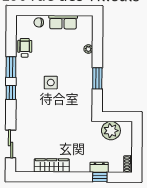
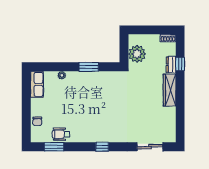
row of seats: (63, 22) -> (37, 84), moved
window: (11, 67) -> (54, 147), moved
side table: (51, 83) -> (93, 110), removed
wardrobe: (52, 165) -> (170, 90), moved

